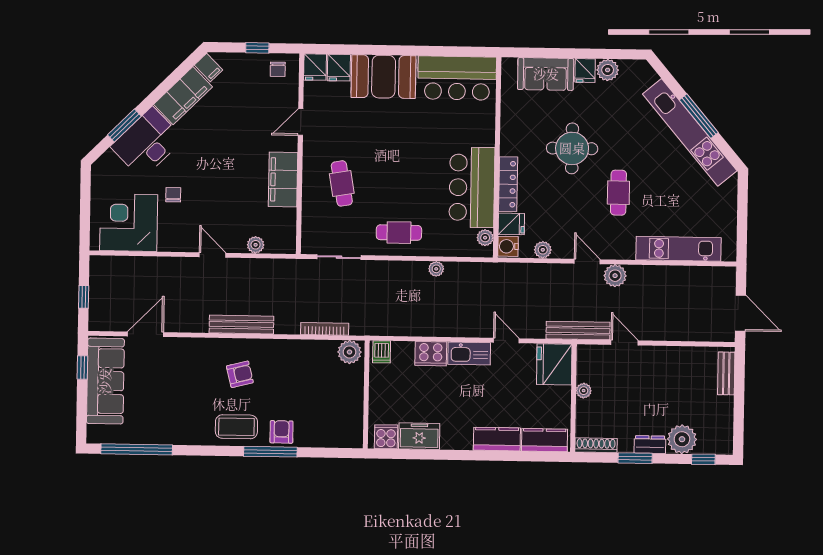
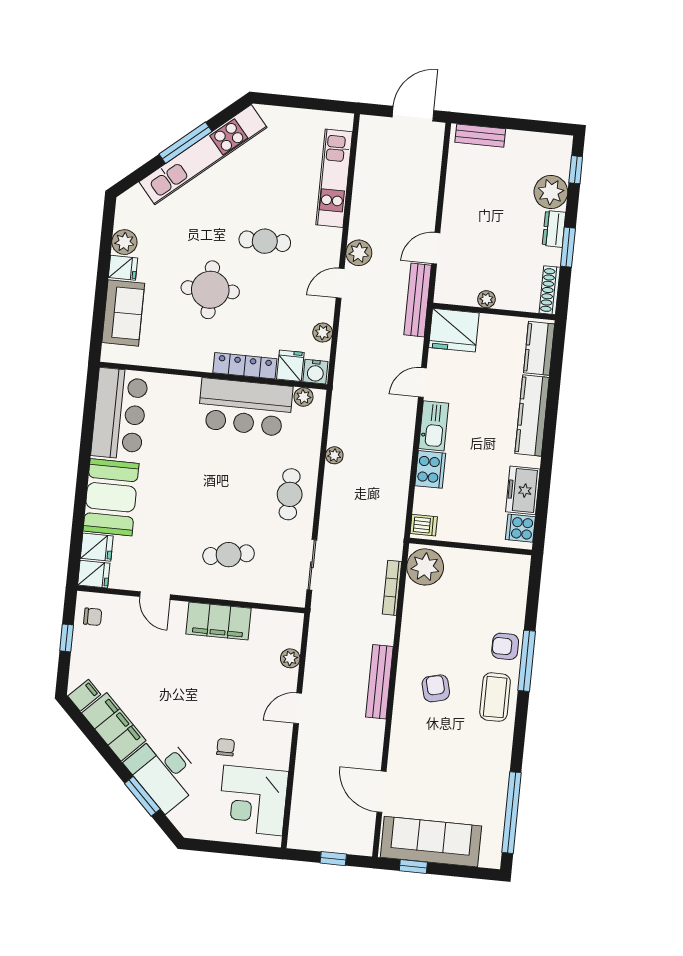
chair: (173, 195) -> (226, 747), turned 90
plant: (349, 352) -> (425, 567), width x1.36, depth x1.36
kitchen counter: (497, 439) -> (532, 415), width x1.50

